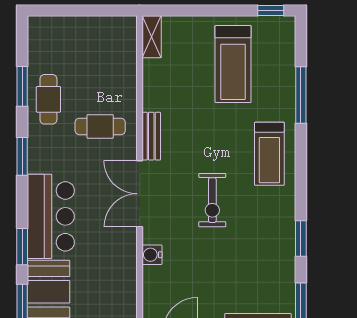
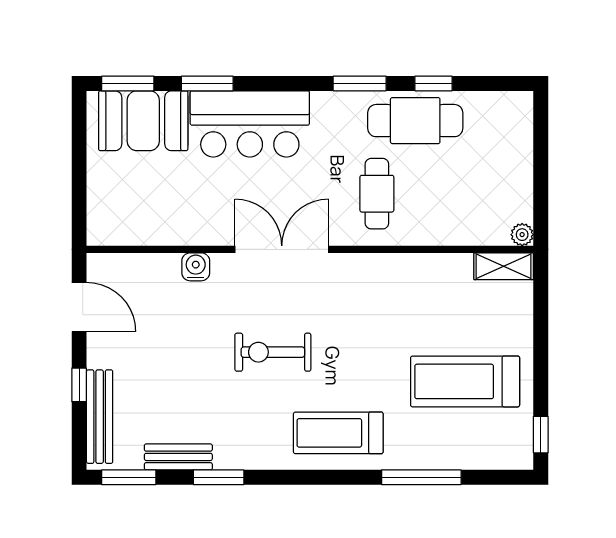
plant: (129, 24) -> (522, 235), added
window: (22, 86) -> (434, 83), width x0.67
cafe table: (48, 99) -> (415, 121), width x1.37, depth x1.35
bench: (151, 136) -> (178, 457), moved
window: (22, 156) -> (360, 83), moved

